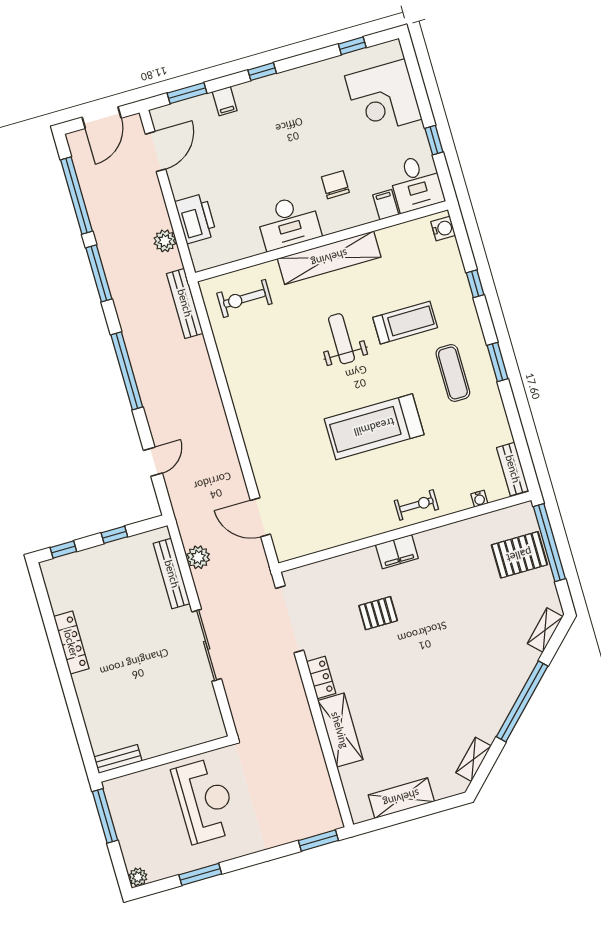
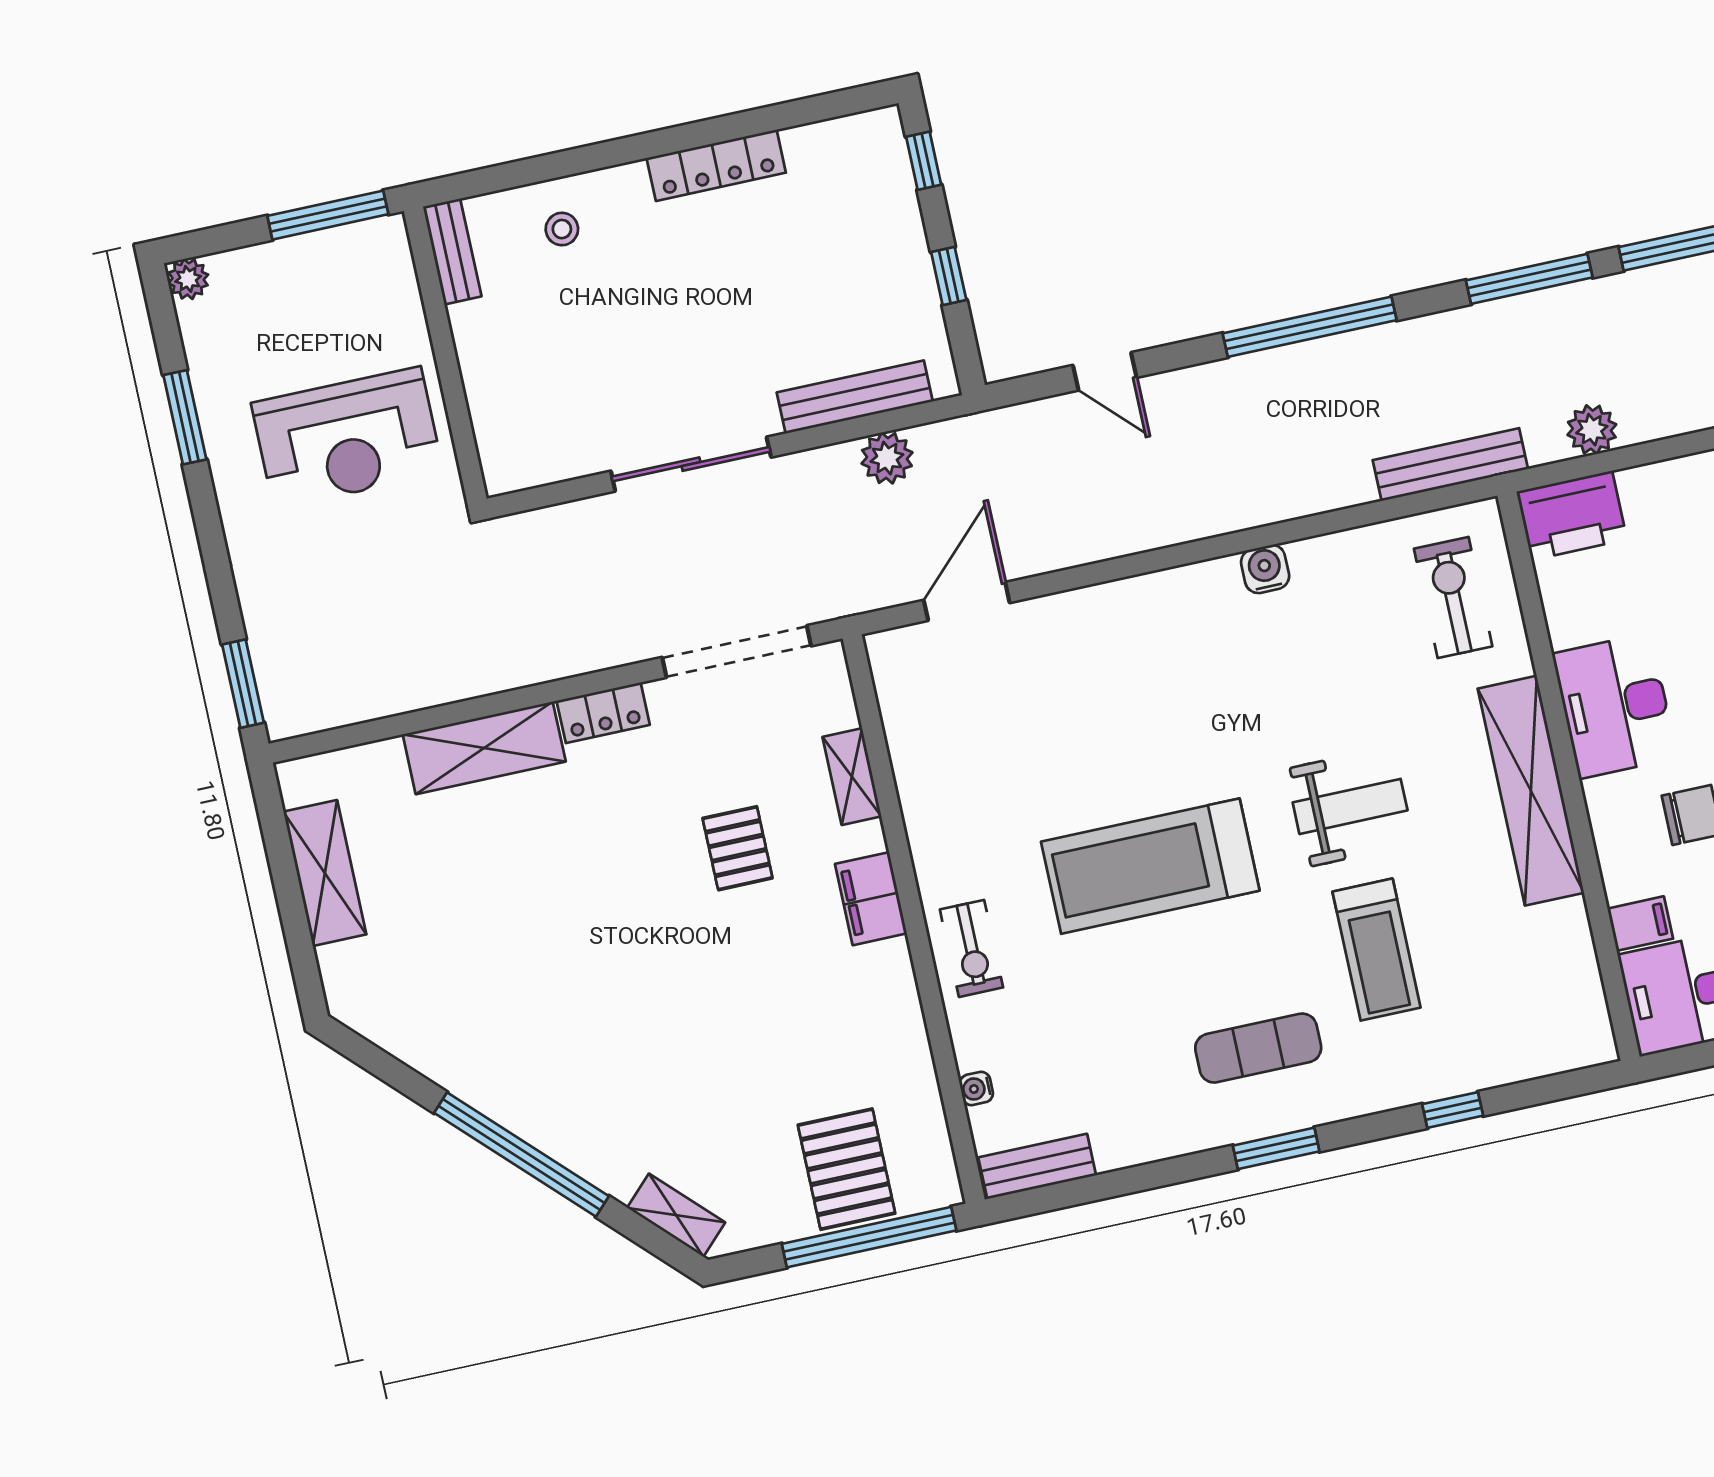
printer: (196, 218) -> (1572, 515), moved
water cooler: (443, 229) -> (1265, 569), moved, turned 180
treadmill: (374, 427) -> (1150, 866), turned -90
stool: (105, 710) -> (562, 229), added
shelving: (473, 759) -> (852, 777), moved, turned 45

